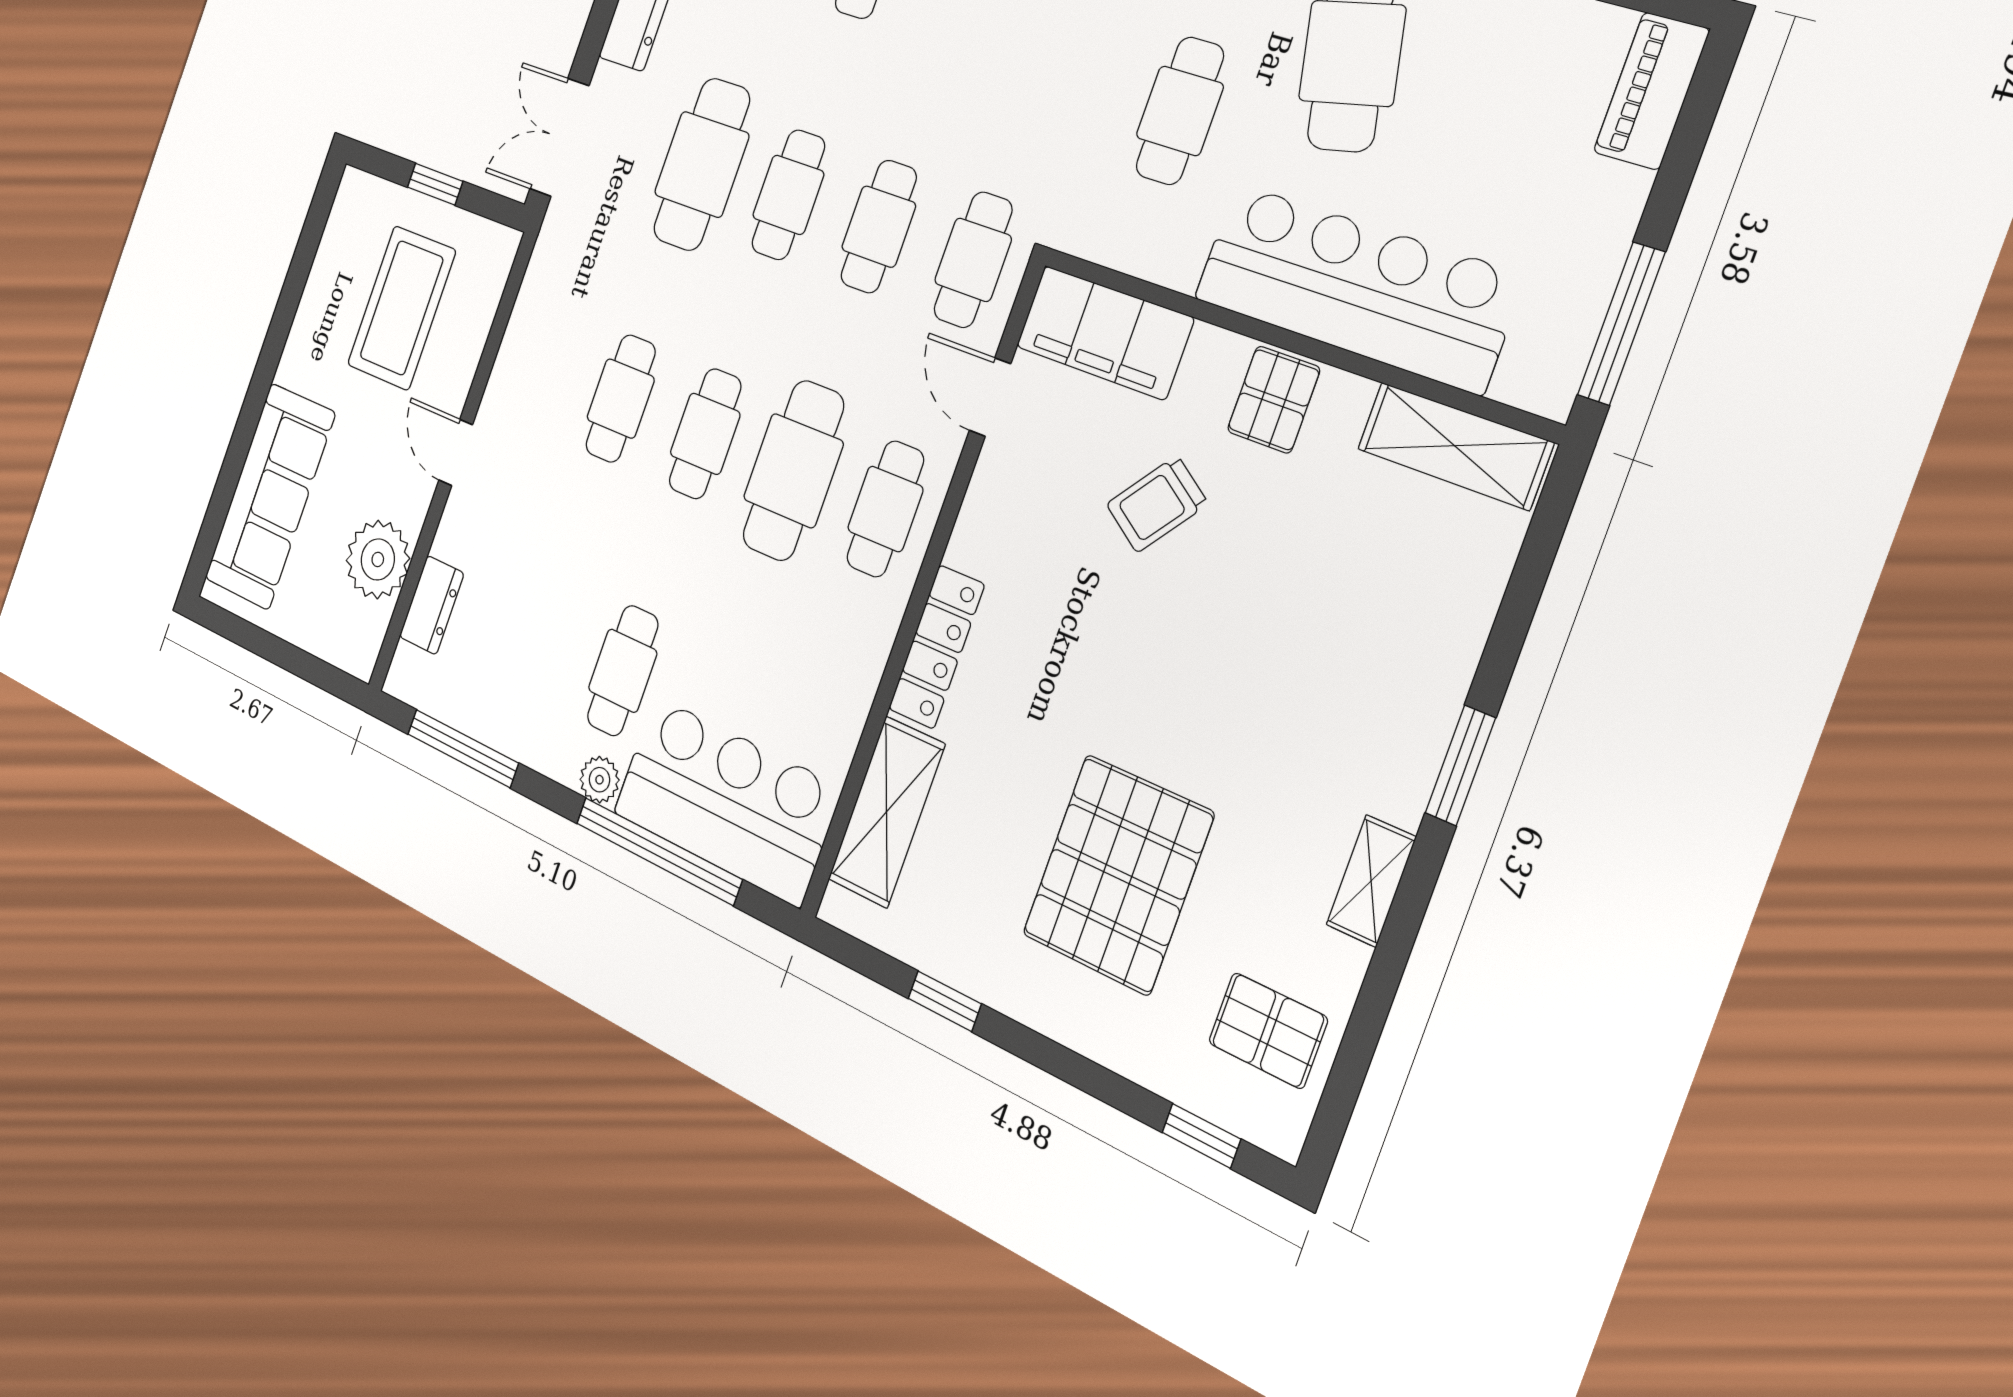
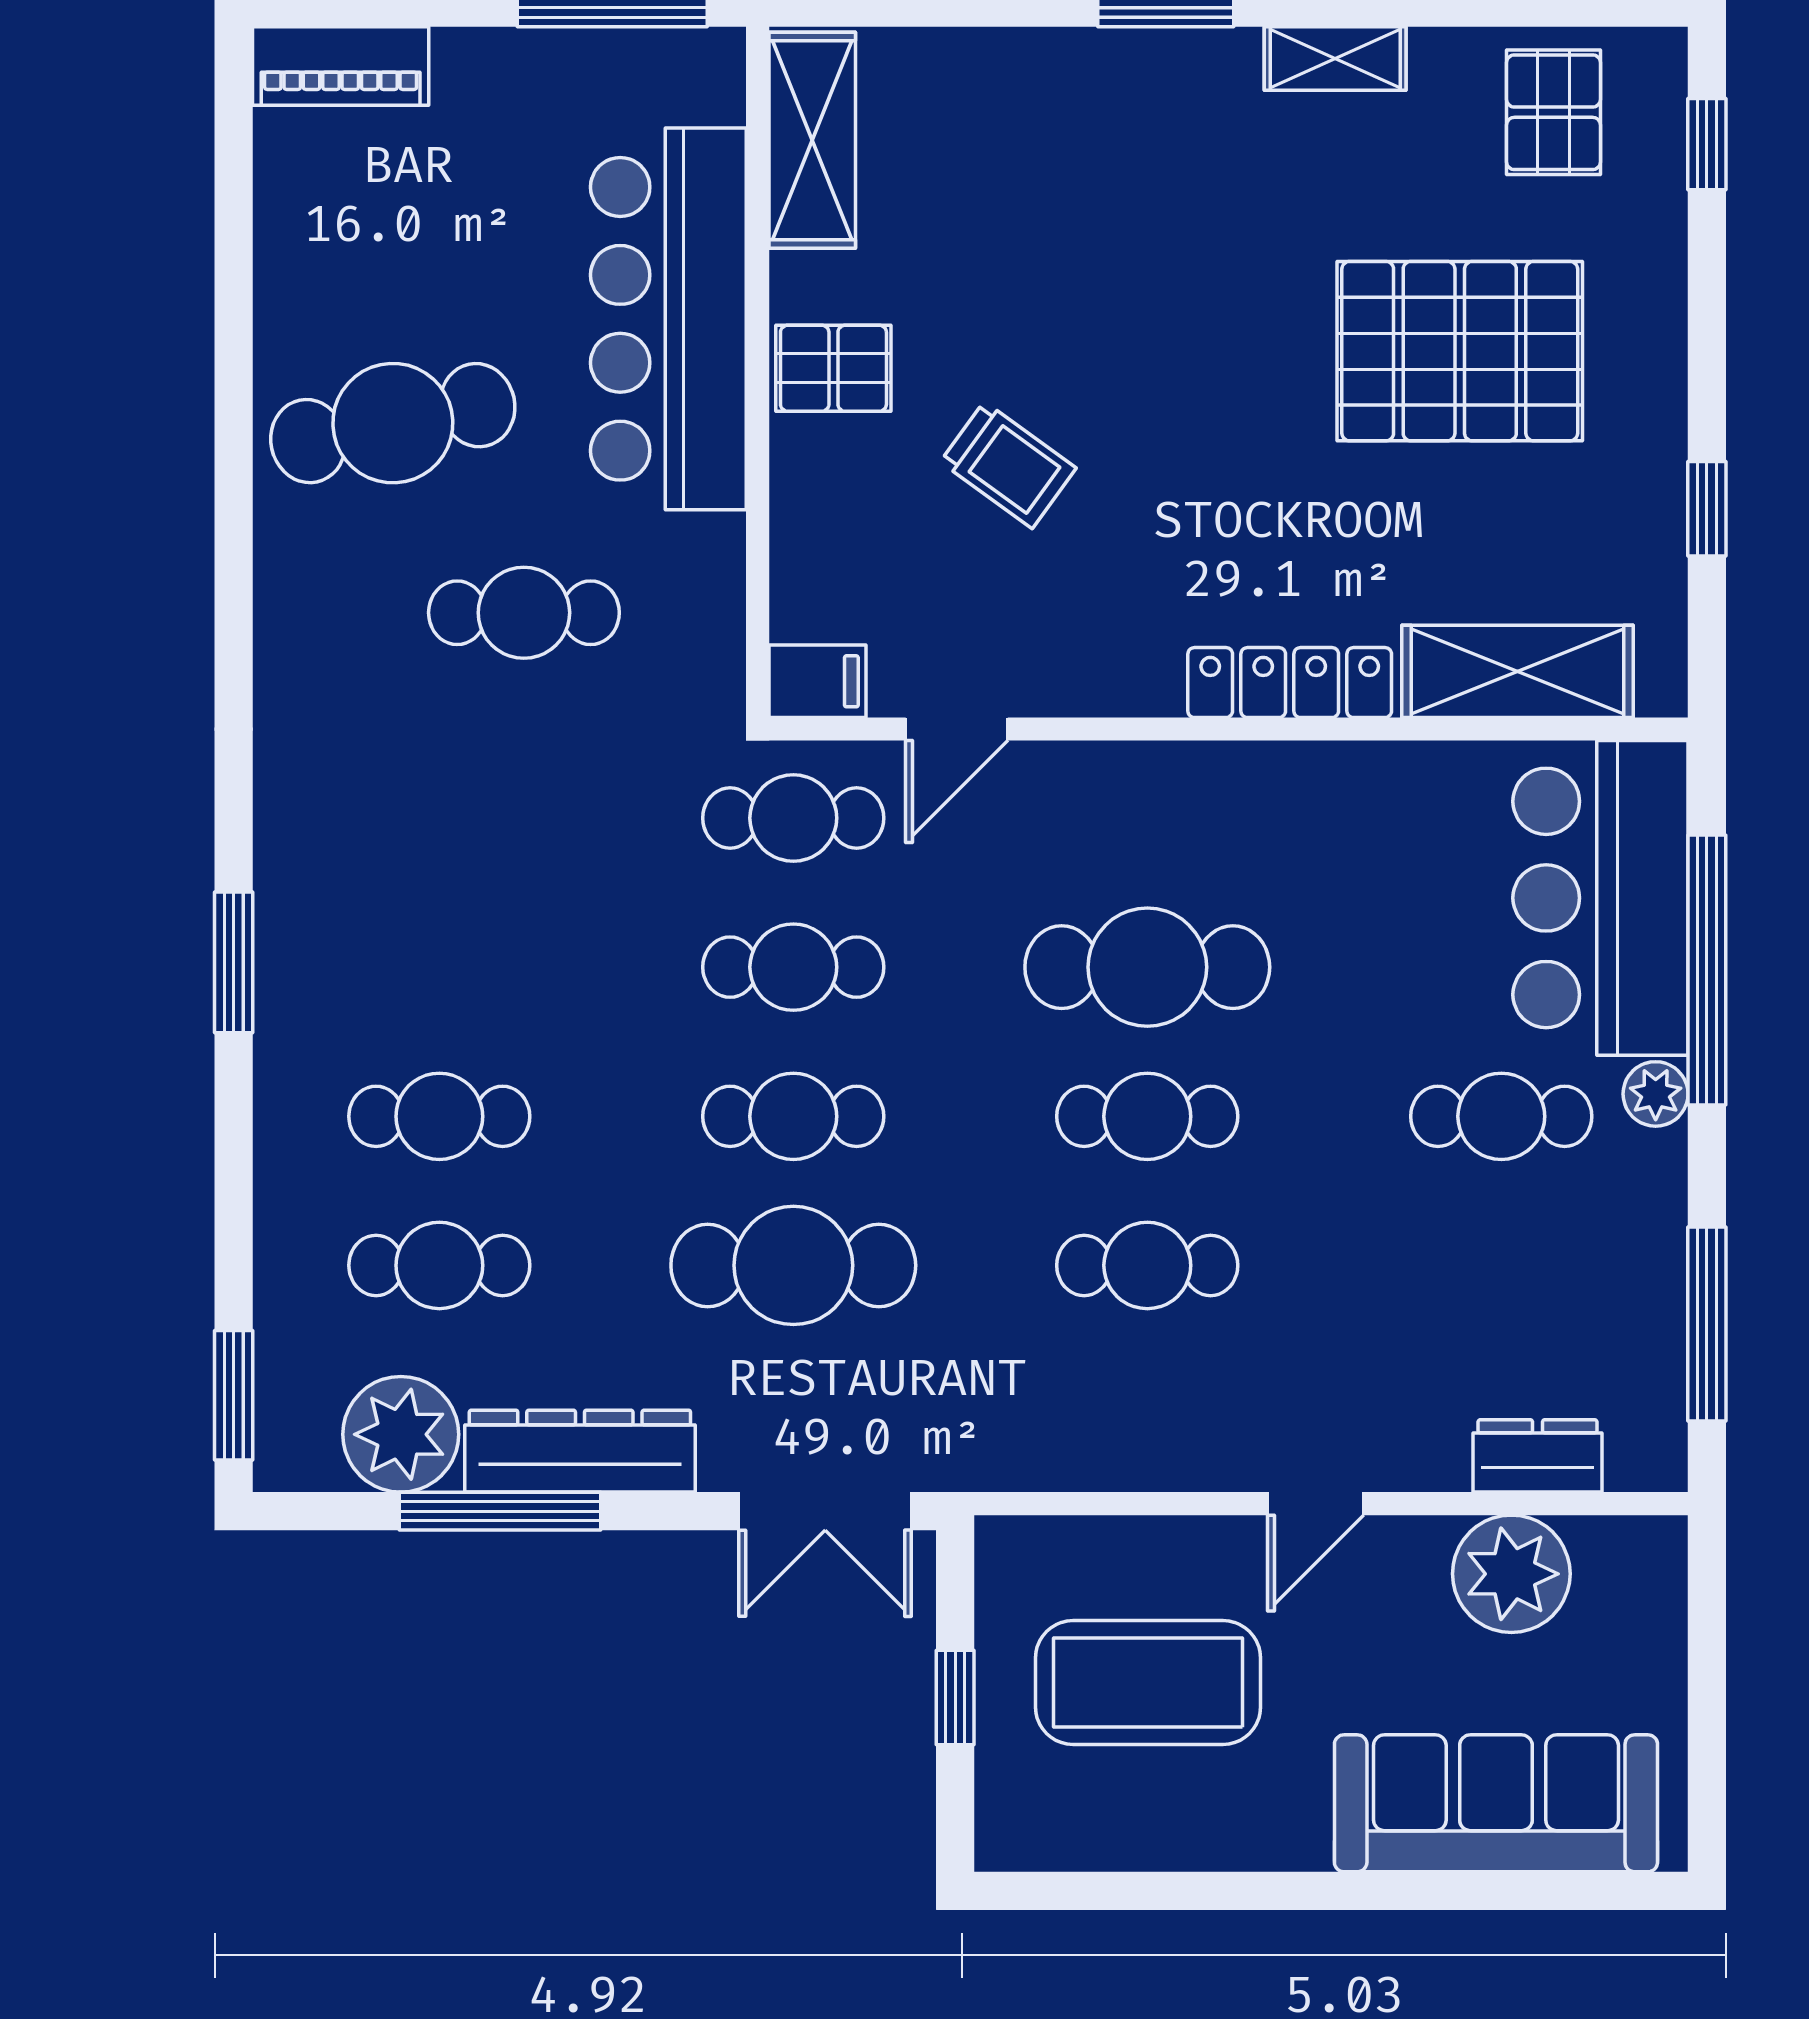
filing cabinet: (1104, 332) -> (817, 681), width x0.33, depth x0.86
cafe table: (885, 509) -> (1147, 818), removed

